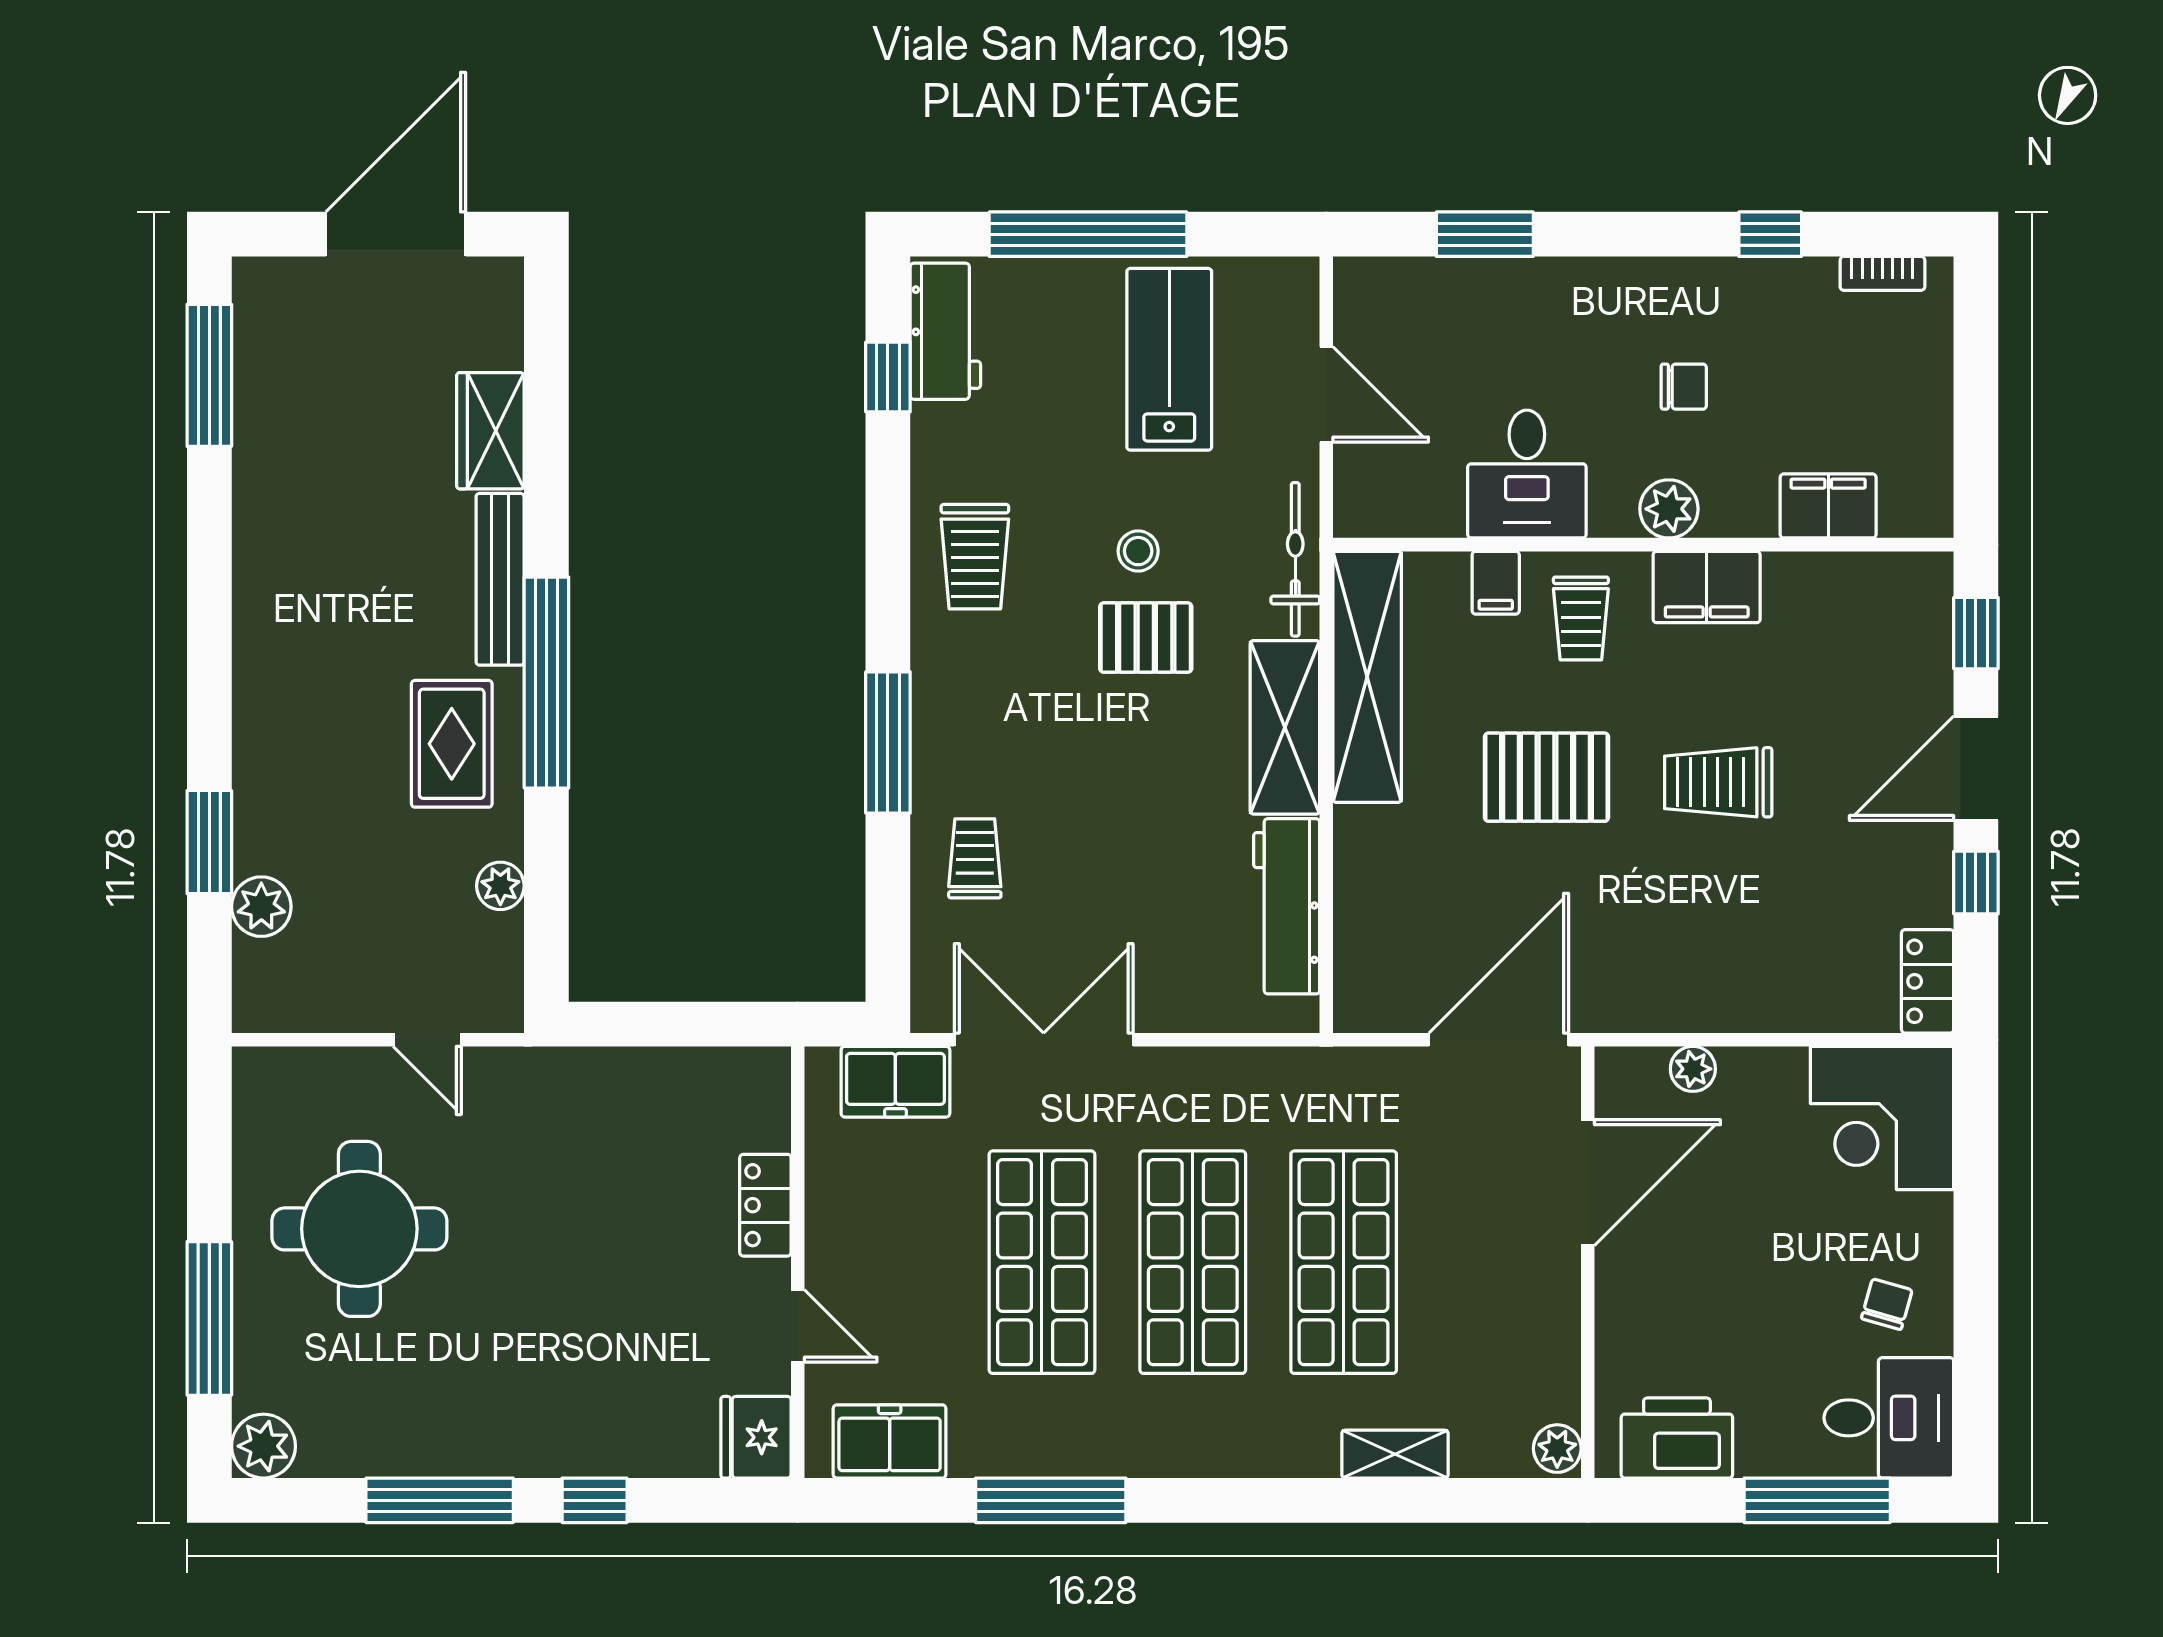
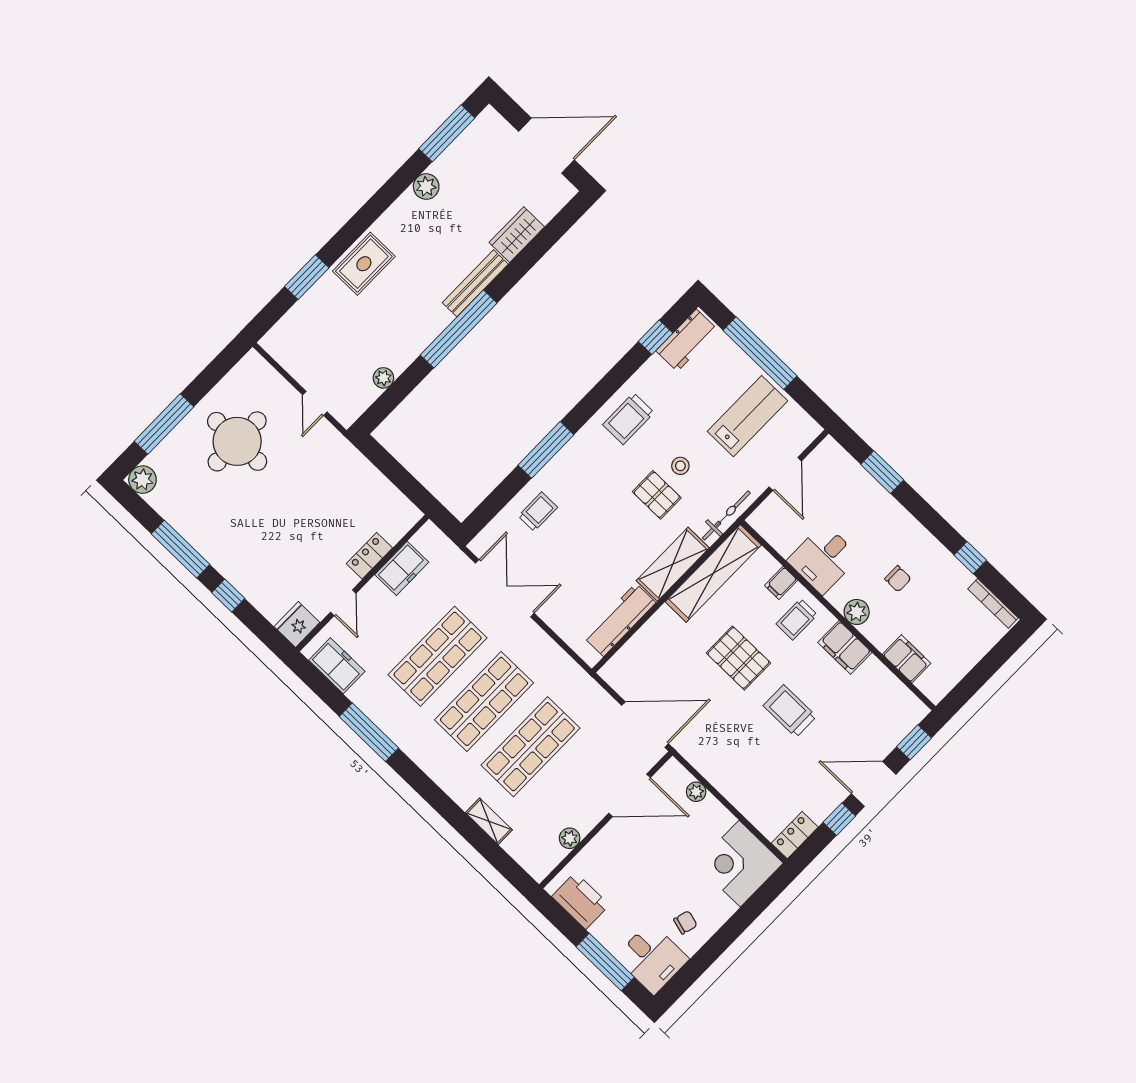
bookcase: (1882, 273) -> (993, 603), width x1.56
rug: (452, 744) -> (364, 264), moved
plant: (261, 907) -> (426, 187), moved
freezer: (895, 1082) -> (402, 568), moved, turned -90
plant: (1557, 1449) -> (570, 838), moved

